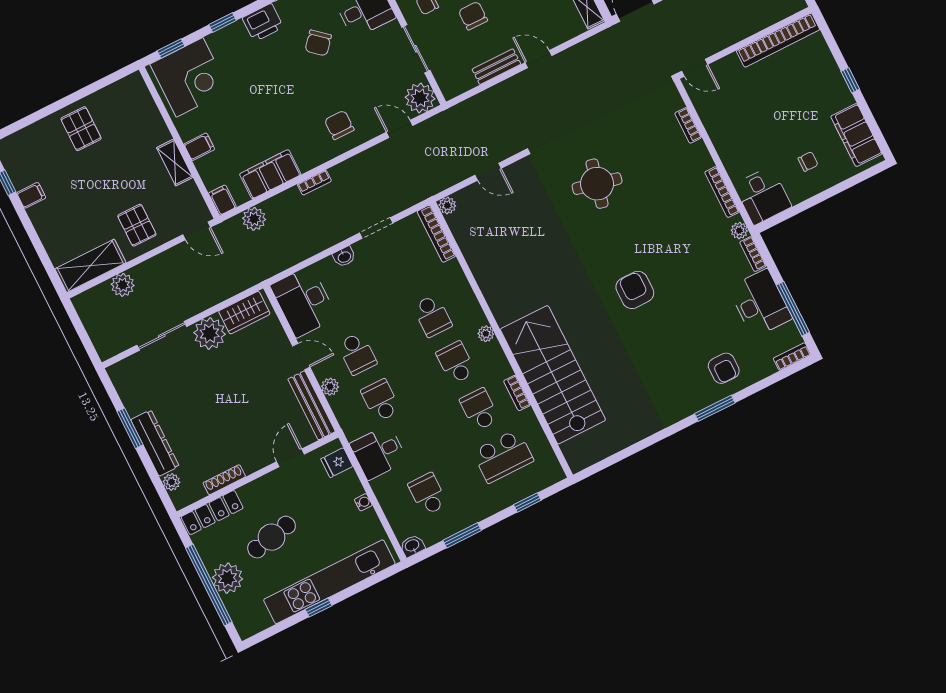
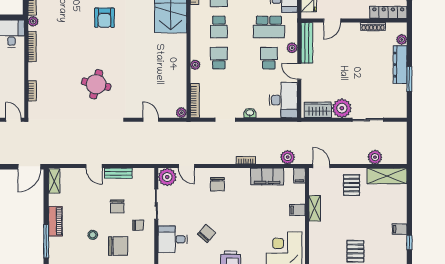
plant: (486, 334) -> (195, 65), moved
school desk: (381, 400) -> (269, 27), width x1.85

